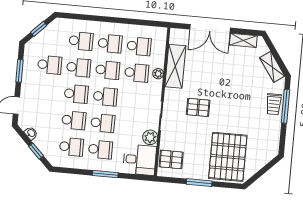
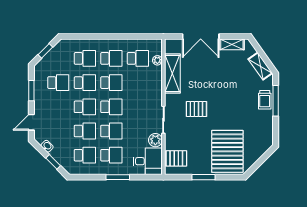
school desk: (137, 73) -> (138, 83), removed
plant: (158, 74) -> (157, 60), moved

